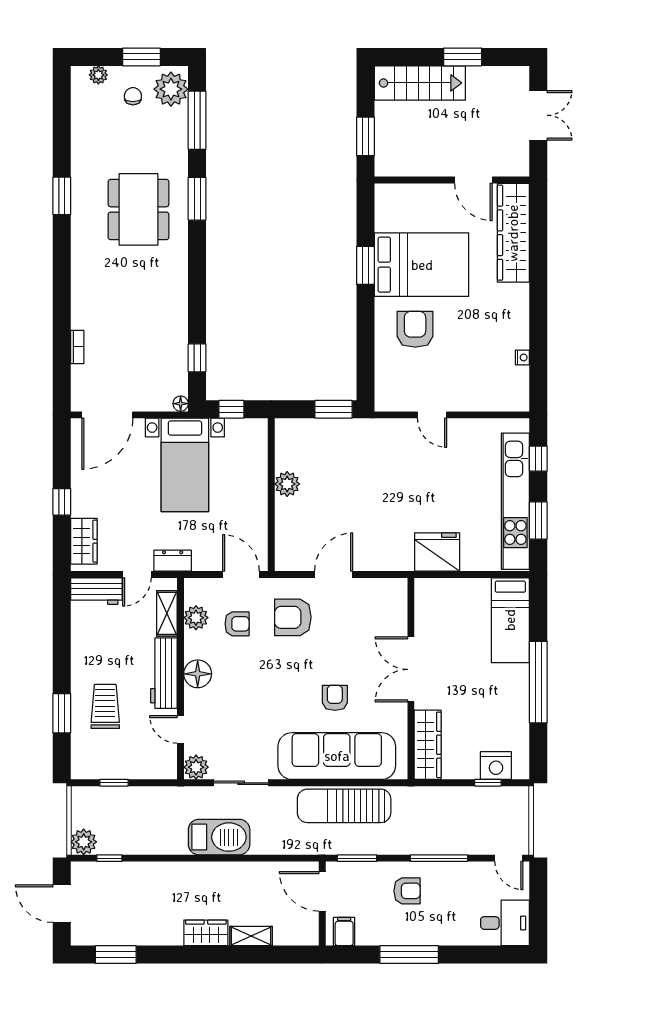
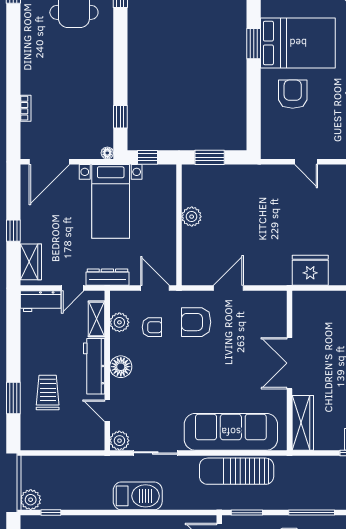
window: (333, 409) -> (210, 157), moved
dresser: (173, 561) -> (107, 277), width x1.44
armchair: (335, 698) -> (229, 386), removed
window: (114, 783) -> (55, 453), removed

